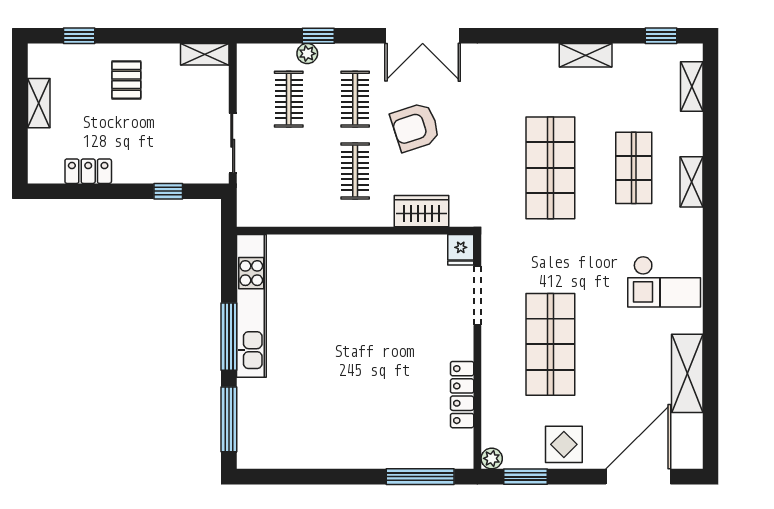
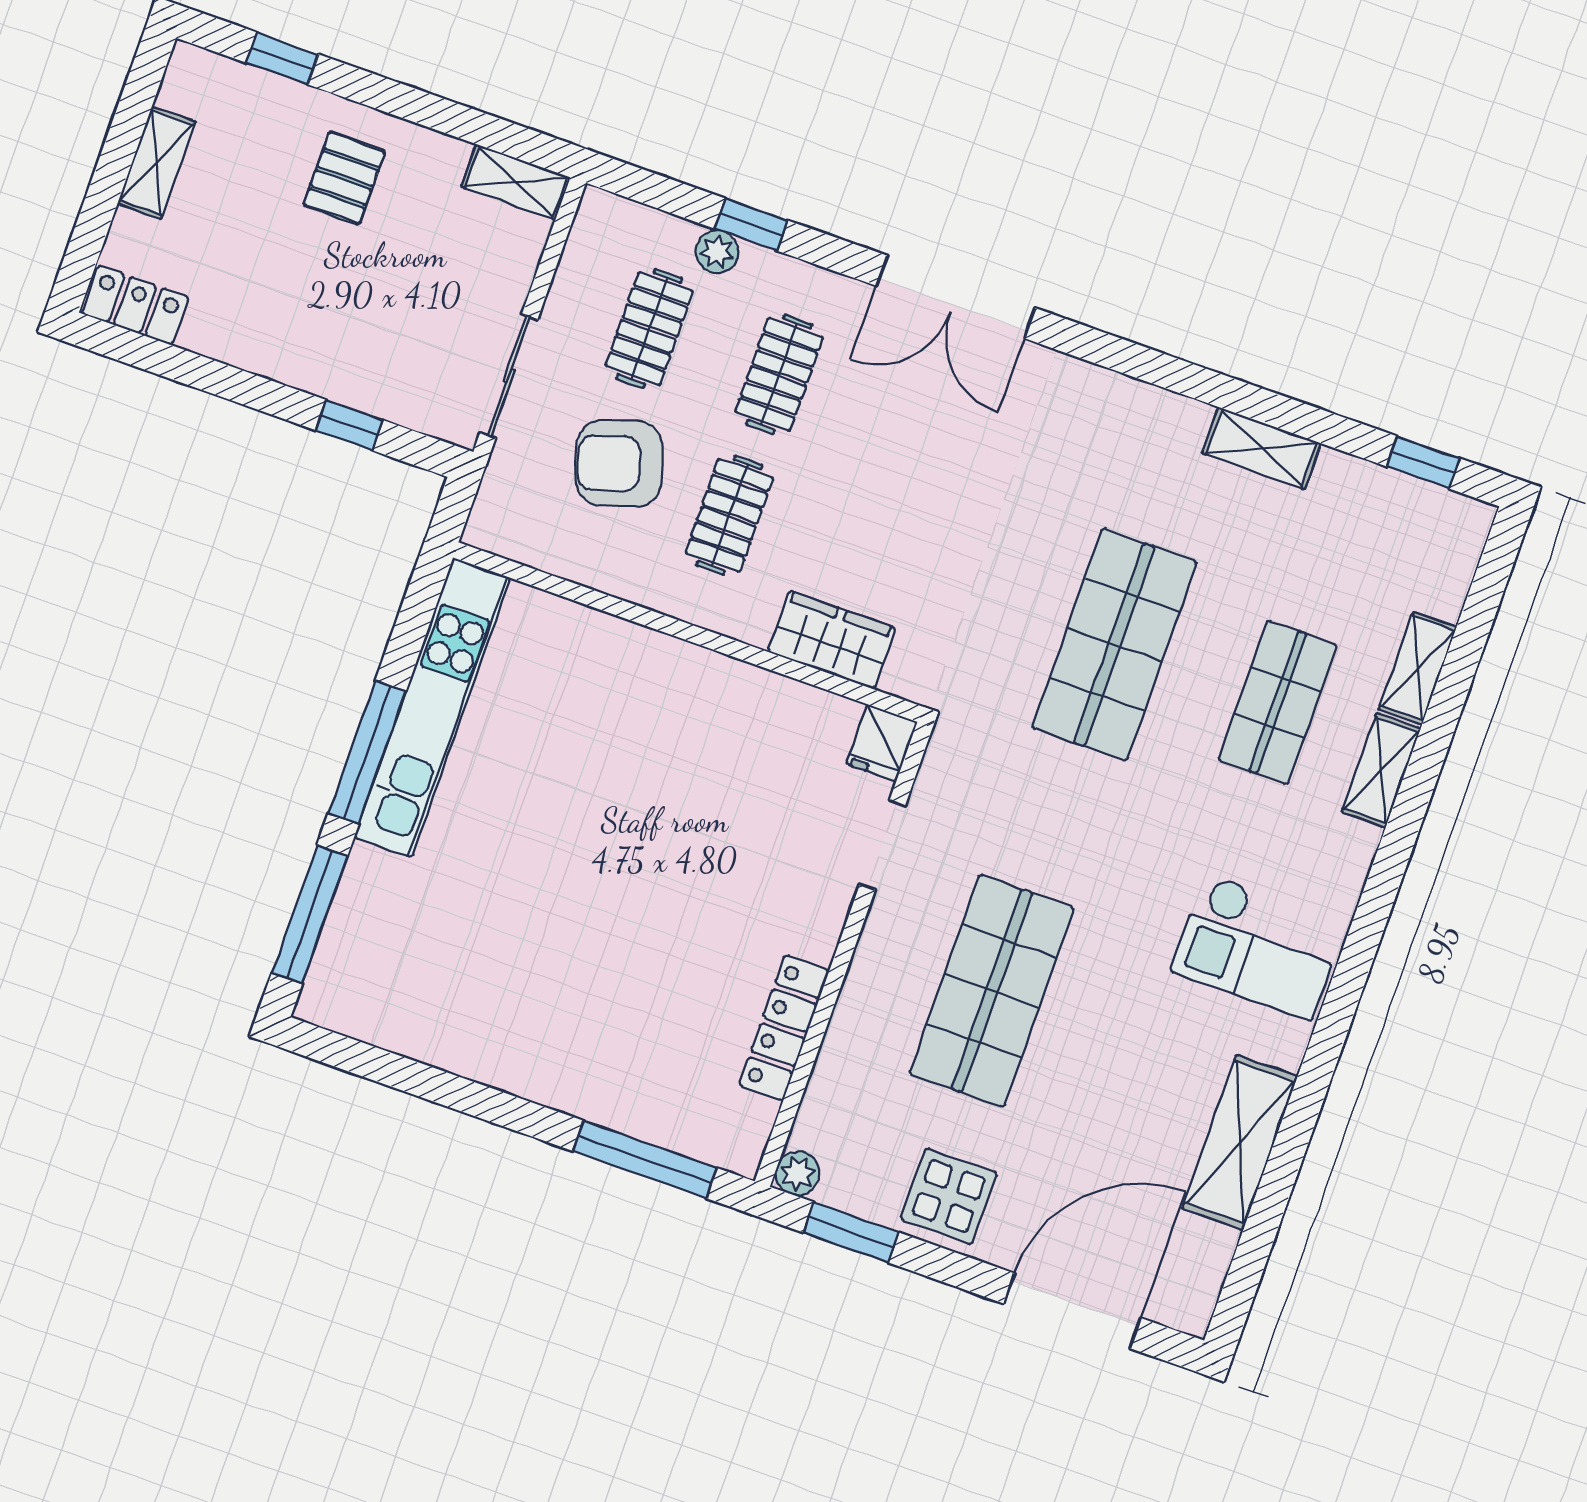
shelving: (692, 86) -> (1418, 668), moved
armchair: (415, 127) -> (619, 463), moved
locker: (88, 171) -> (135, 305), moved
doorway: (477, 296) -> (882, 845), width x0.73

